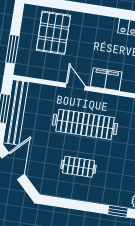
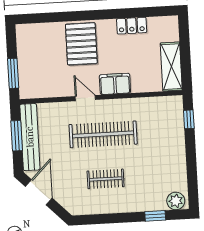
pallet: (53, 33) -> (81, 44), moved

